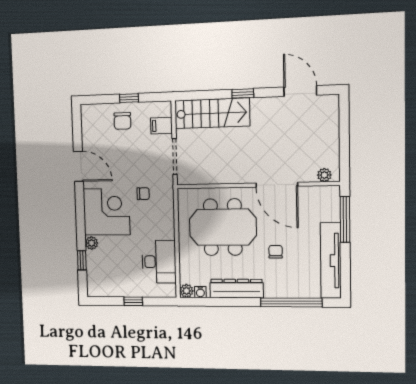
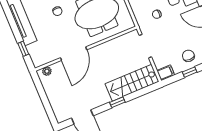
filing cabinet: (162, 126) -> (166, 73), moved
door: (277, 185) -> (74, 54), swing flipped
window: (345, 219) -> (23, 49), width x0.46

